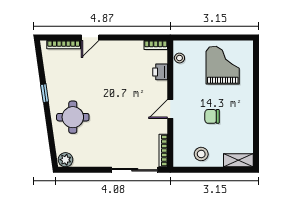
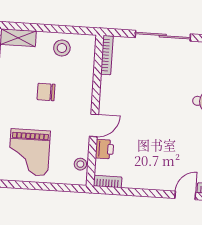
door: (170, 109) -> (94, 125), moved
chair: (212, 116) -> (46, 92), turned 180
sliding door: (135, 170) -> (163, 36), moved

